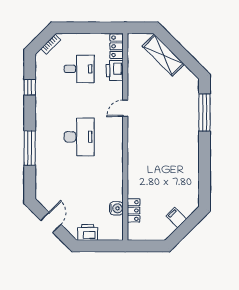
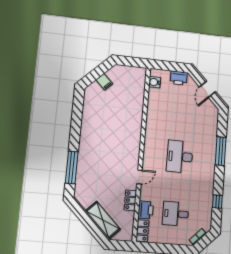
water cooler: (116, 208) -> (155, 82), moved
locker: (134, 211) -> (130, 200), moved

